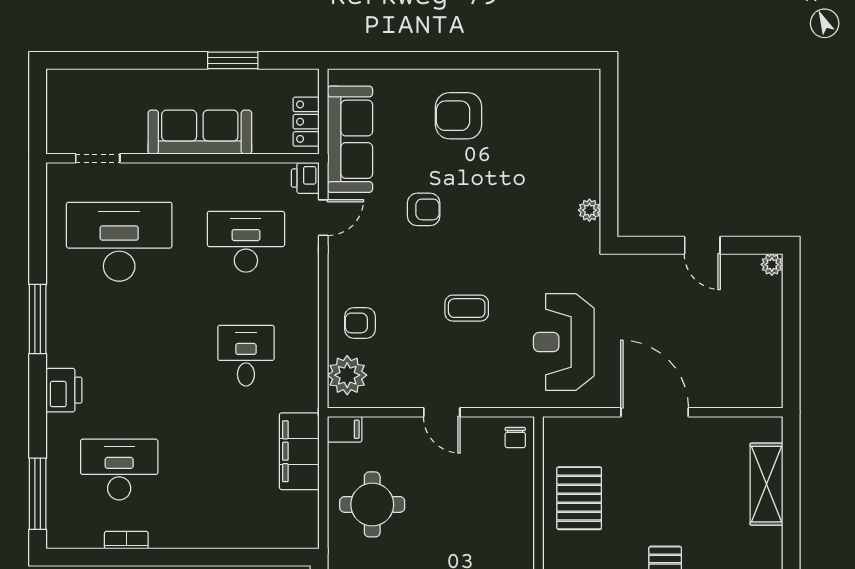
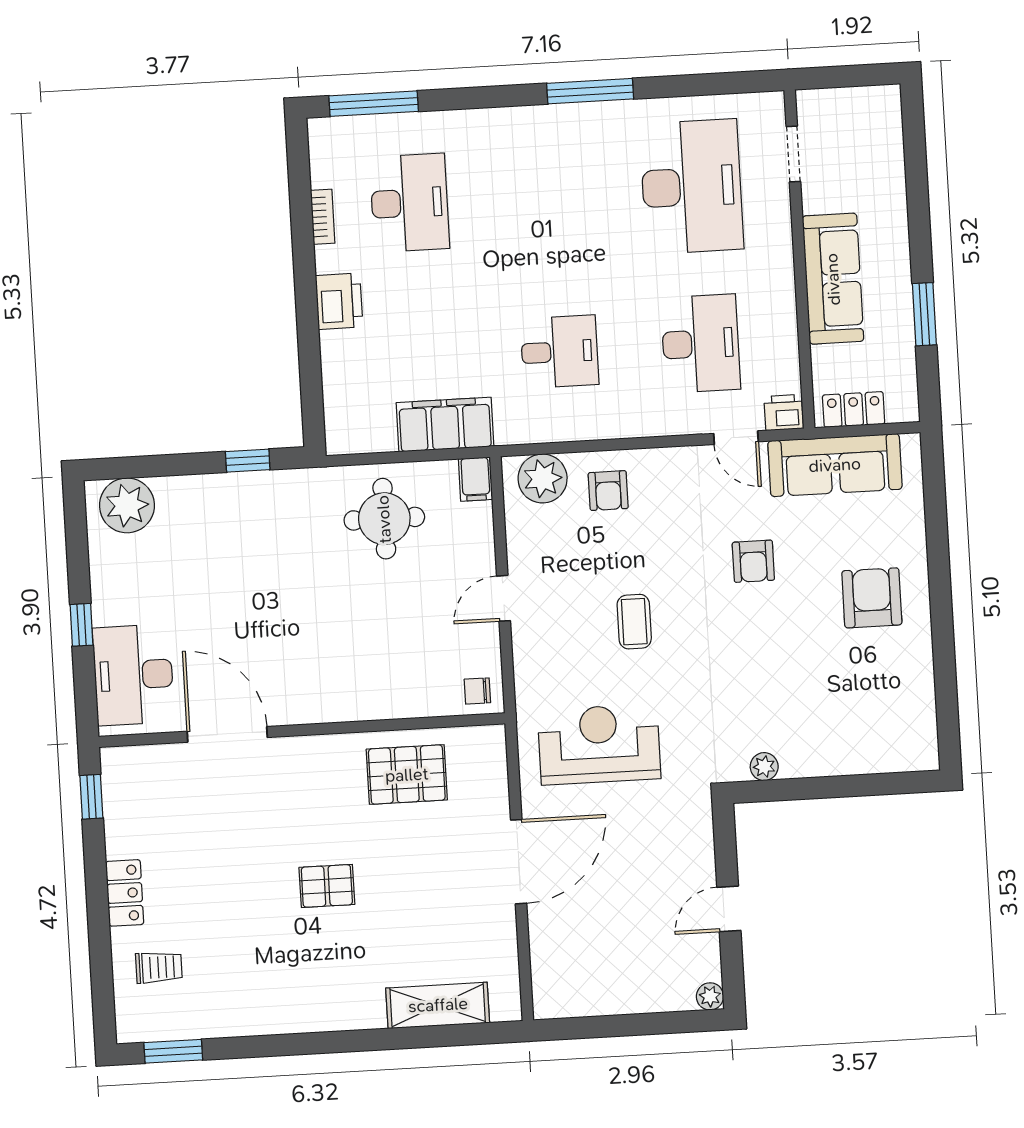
armchair: (360, 323) -> (608, 491), turned 180
printer: (64, 390) -> (339, 301), moved, turned -90

